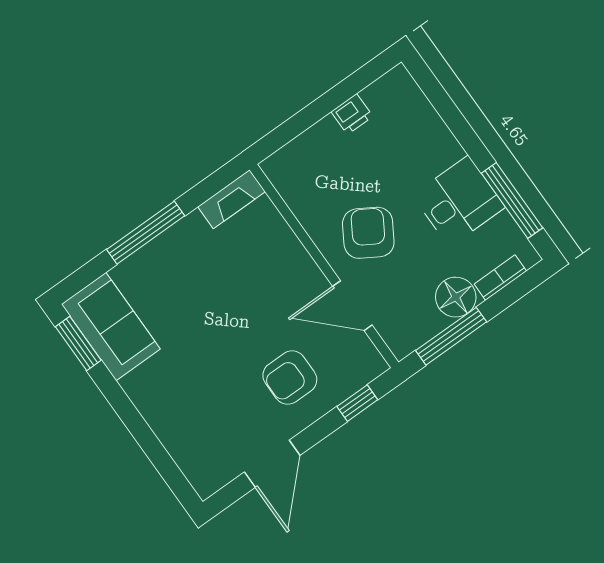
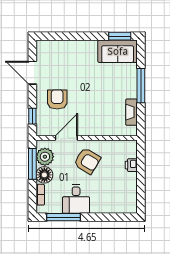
printer: (352, 114) -> (131, 165), moved
fireplace: (232, 199) -> (132, 112), moved
plant: (419, 321) -> (45, 157), added

